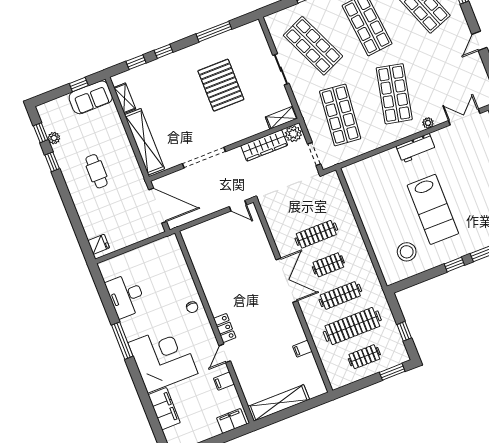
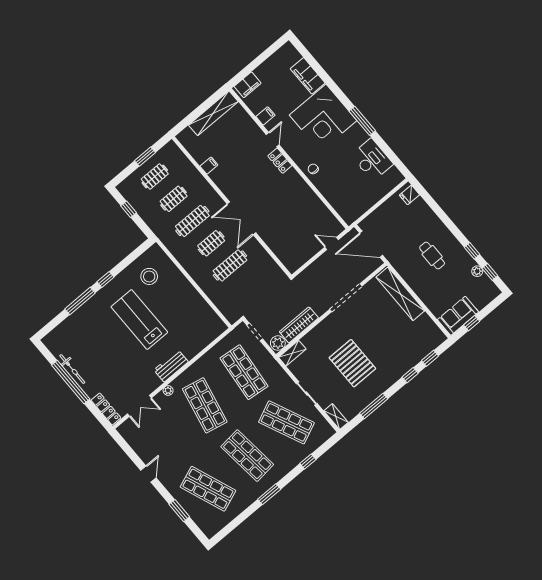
shelving: (125, 98) -> (336, 417), moved
door: (238, 206) -> (332, 243), moved
clothes rail: (352, 326) -> (174, 199), width x0.54, depth x0.76
window: (392, 372) -> (145, 157), moved

